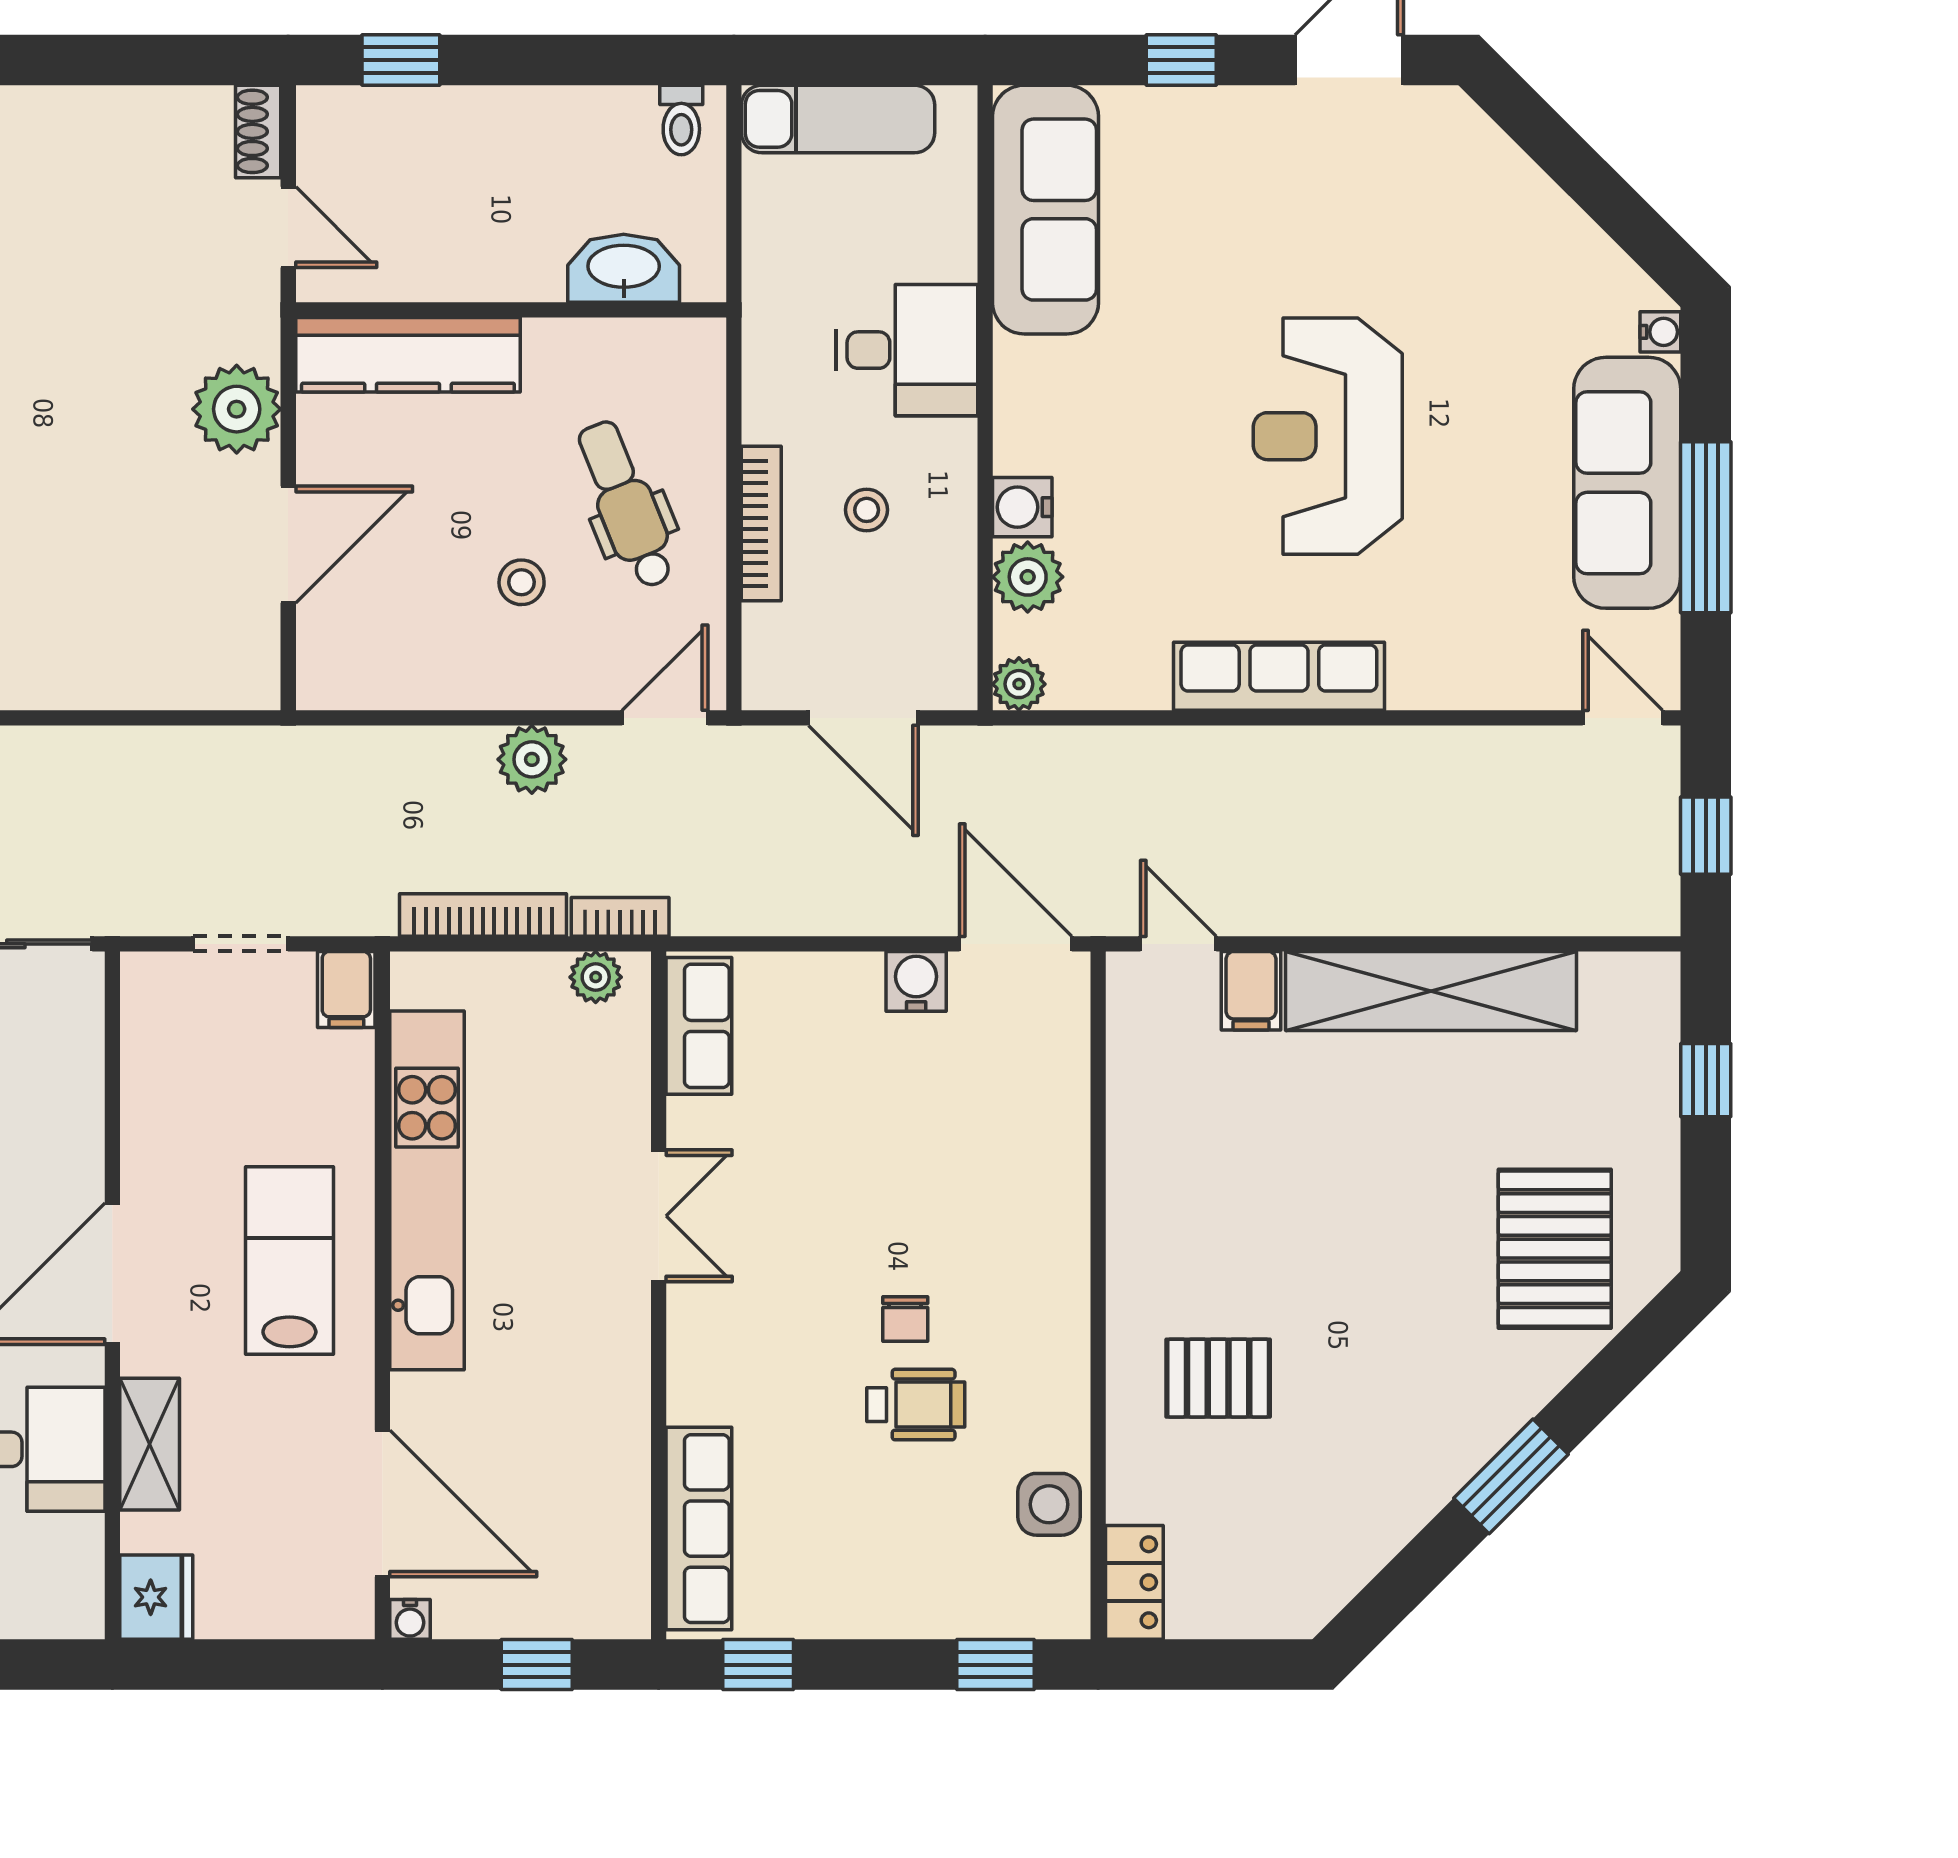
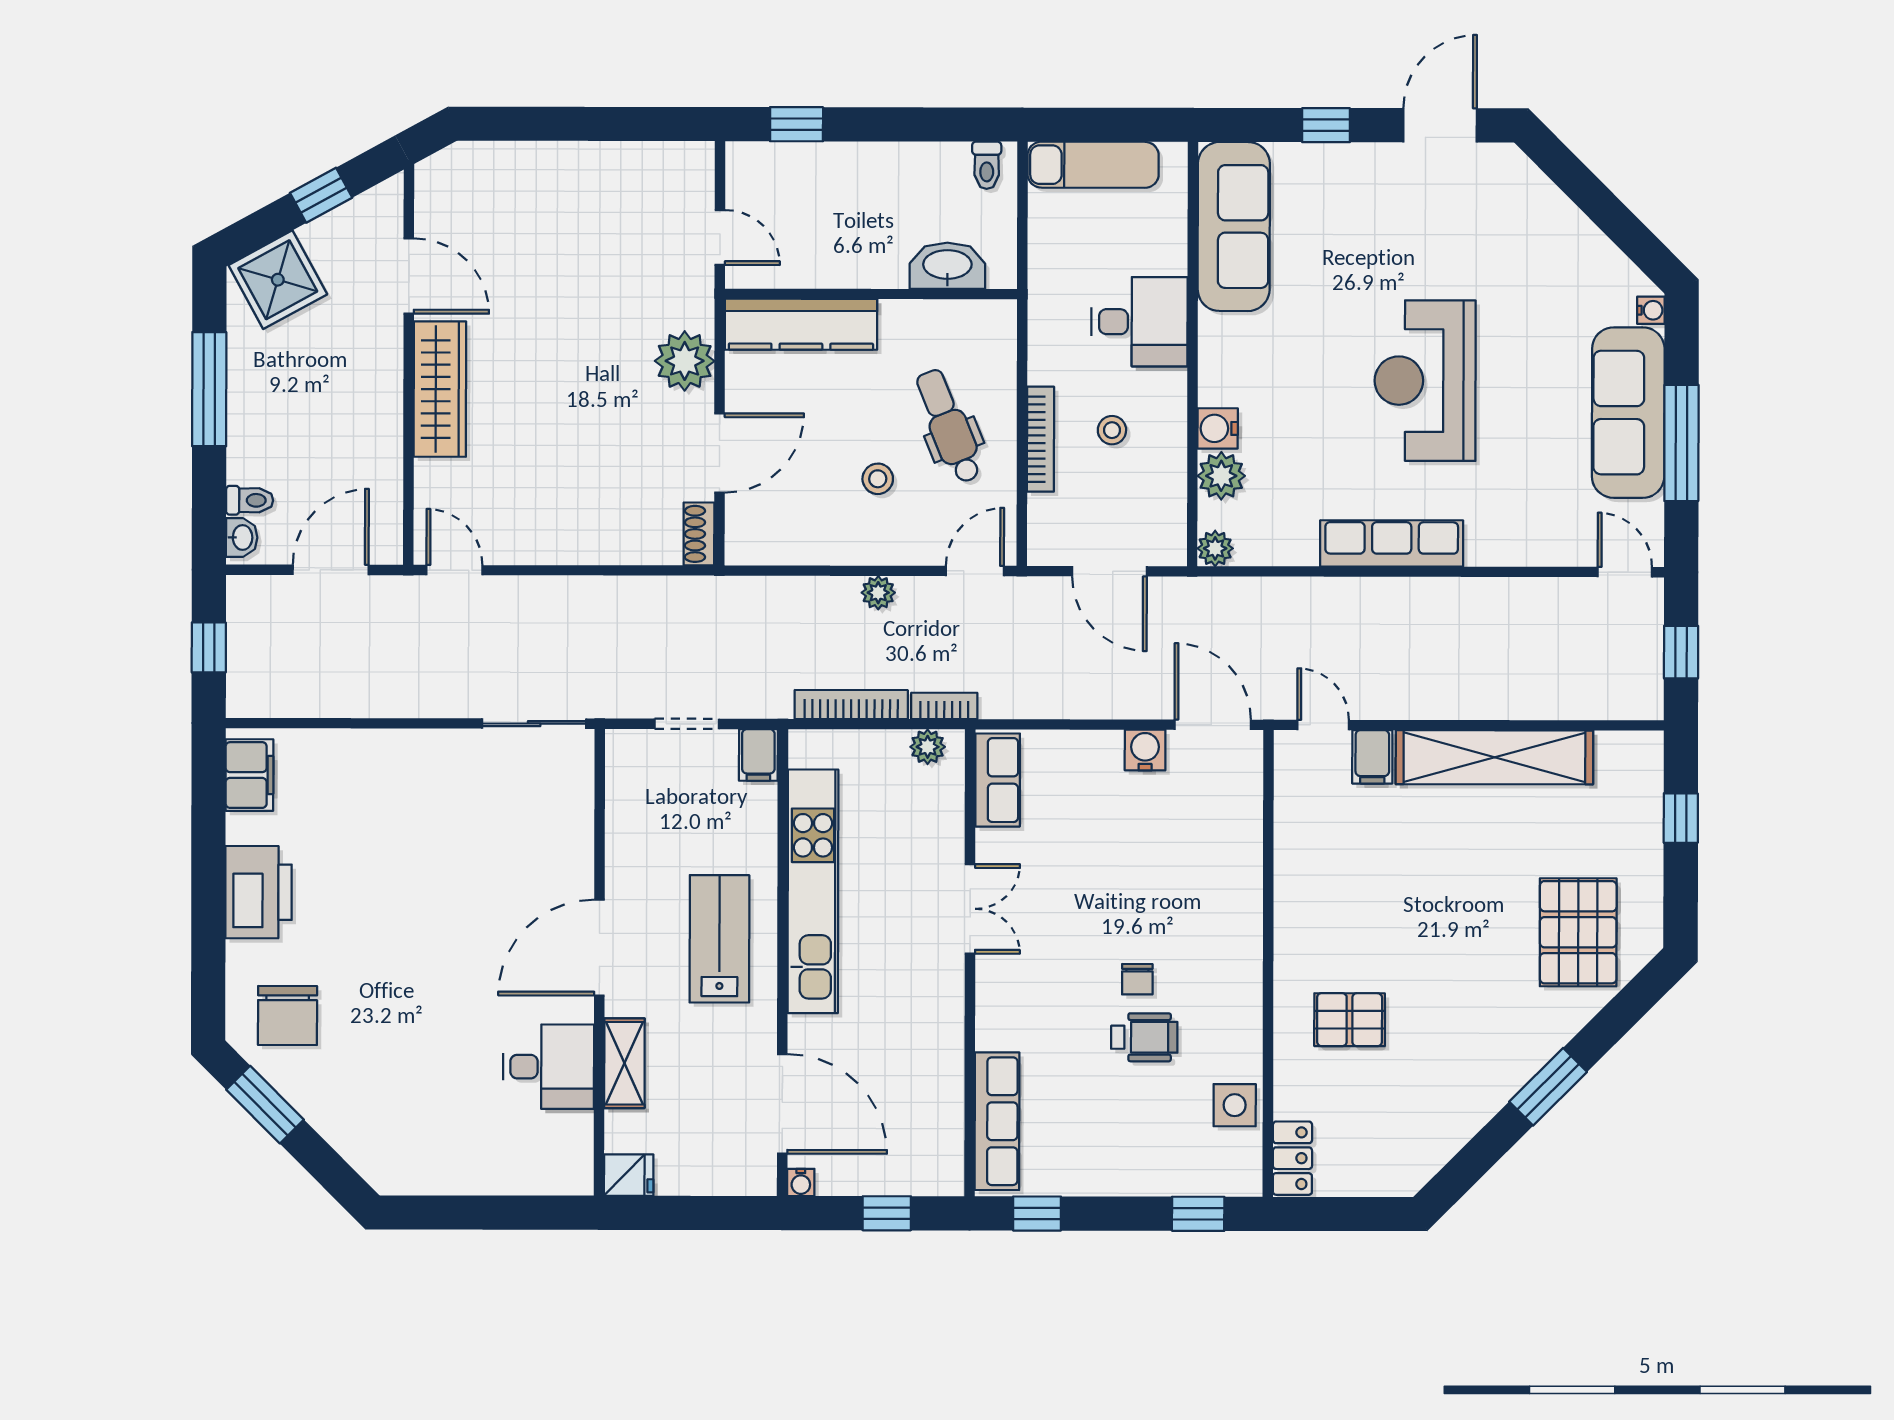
shoe rack: (258, 131) -> (699, 534), moved
plant: (532, 759) -> (878, 593), width x0.73, depth x0.73
fridge: (156, 1597) -> (629, 1175), width x0.72

